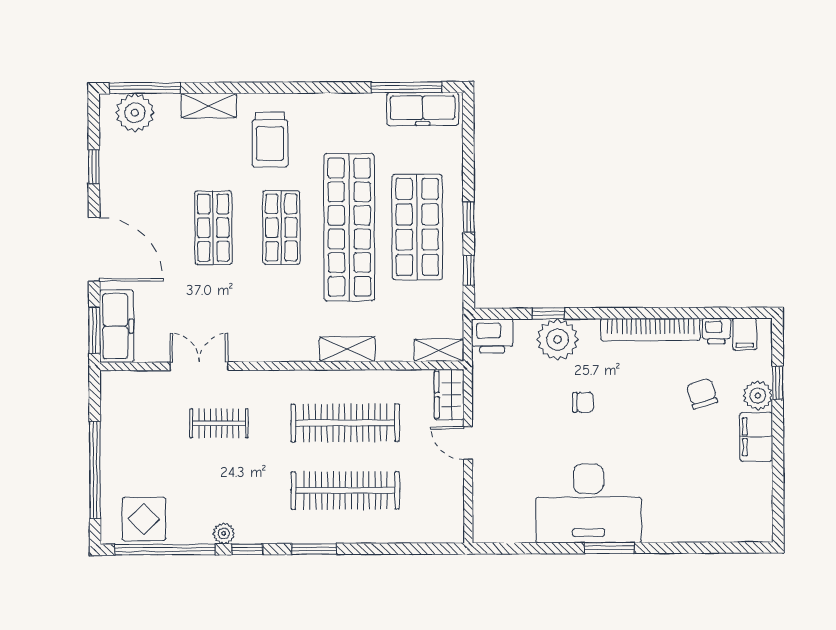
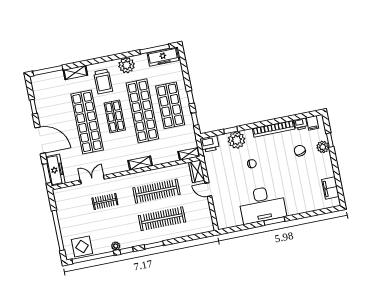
plant: (135, 113) -> (127, 65), moved
shop shelf: (213, 228) -> (87, 122), width x2.00, depth x1.36
shelving: (347, 349) -> (140, 163), moved
filing cabinet: (756, 437) -> (330, 188), moved

